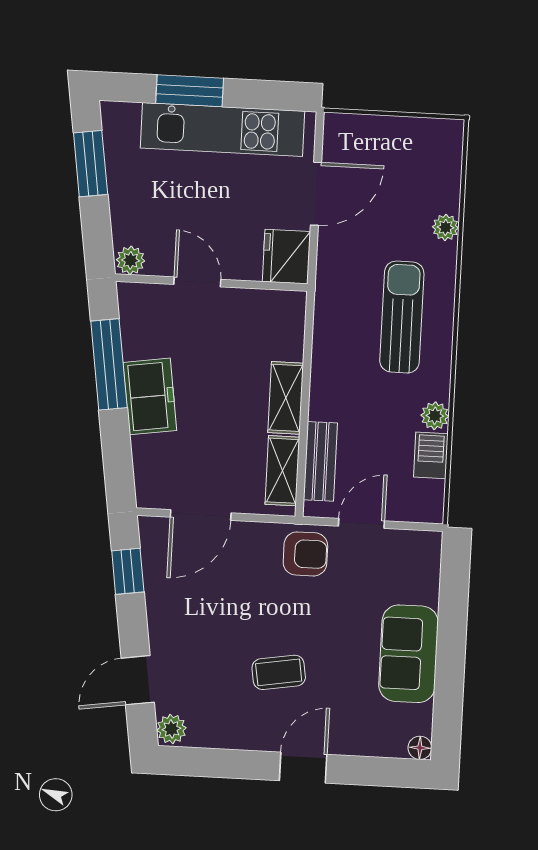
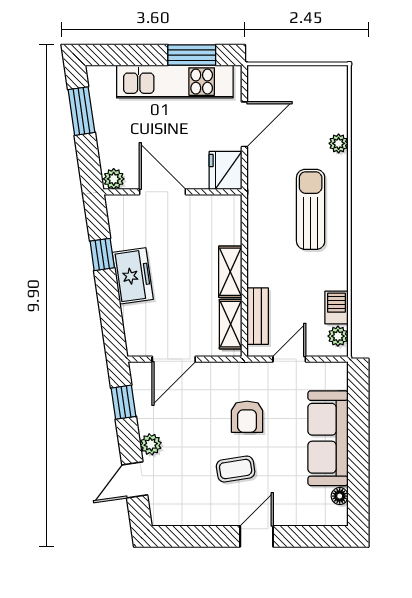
window: (190, 91) -> (192, 55), moved
door: (197, 282) -> (162, 192), width x1.38
window: (109, 364) -> (102, 254), width x0.46
plant: (435, 416) -> (338, 336), moved
armchair: (305, 554) -> (247, 417), moved, turned 90
sofa: (409, 654) -> (328, 438), width x1.36
plant: (171, 729) -> (151, 444), moved
floor lamp: (420, 748) -> (340, 496), moved

